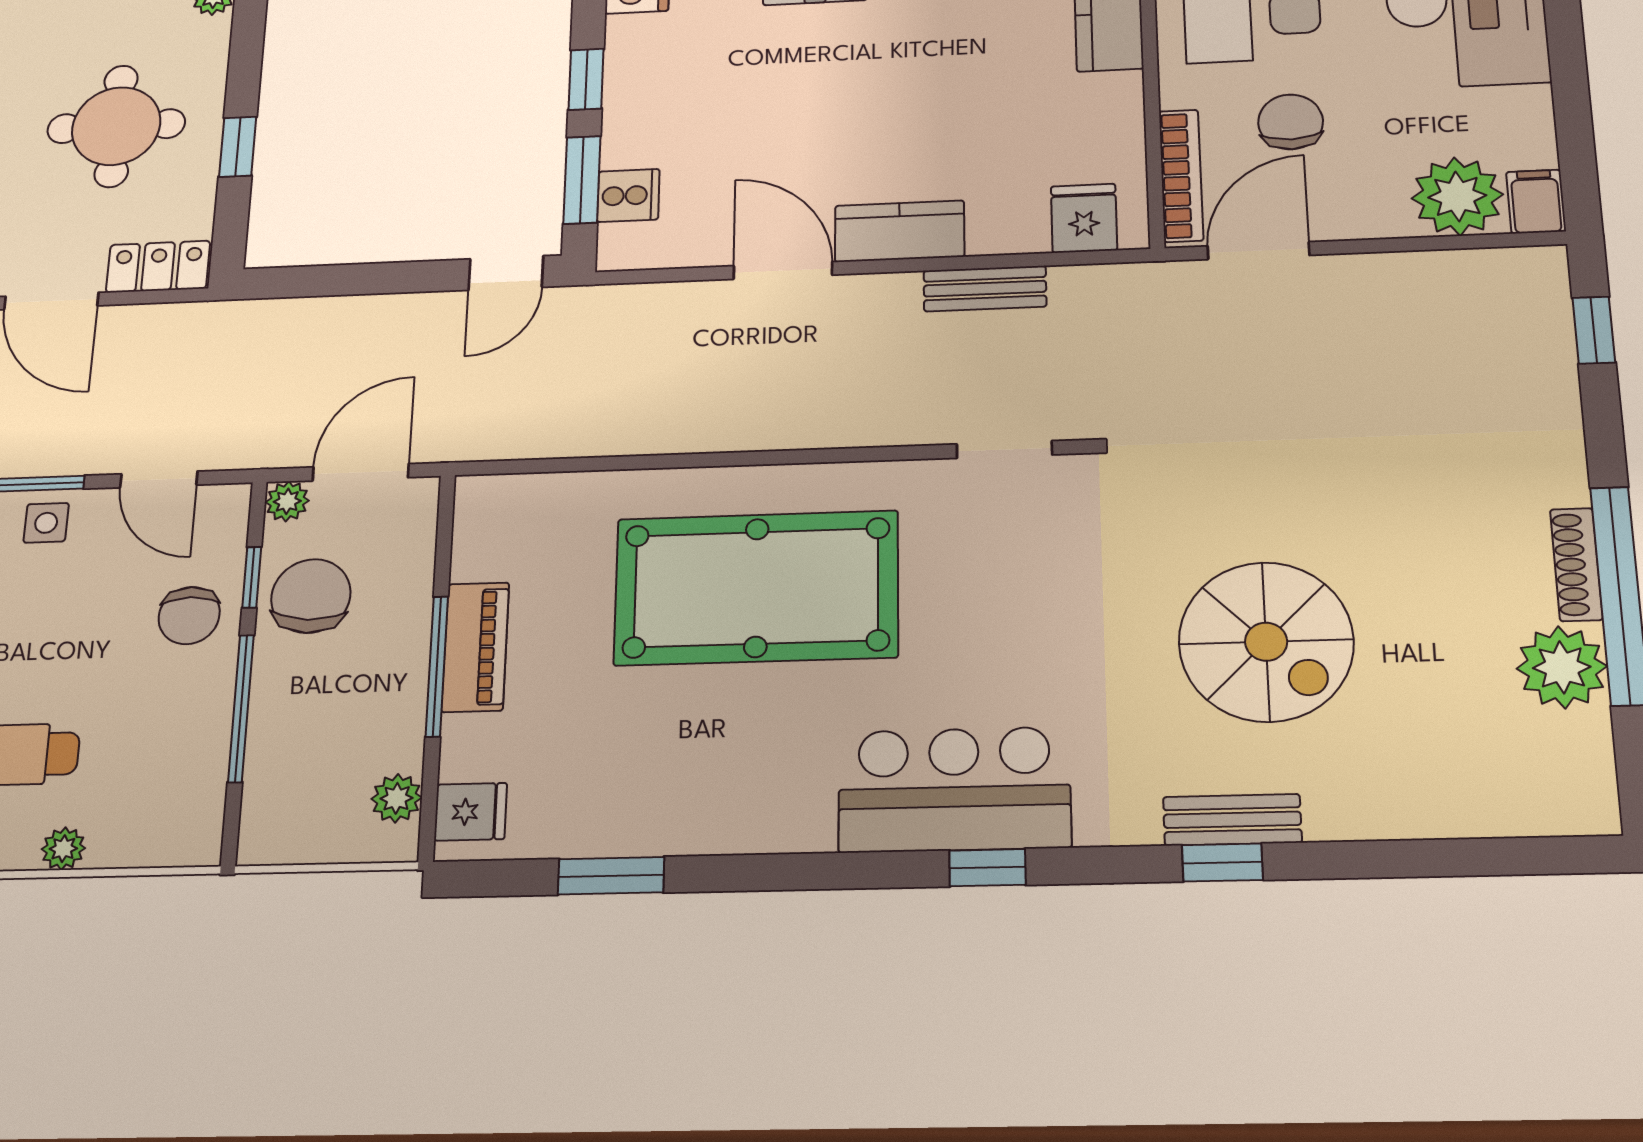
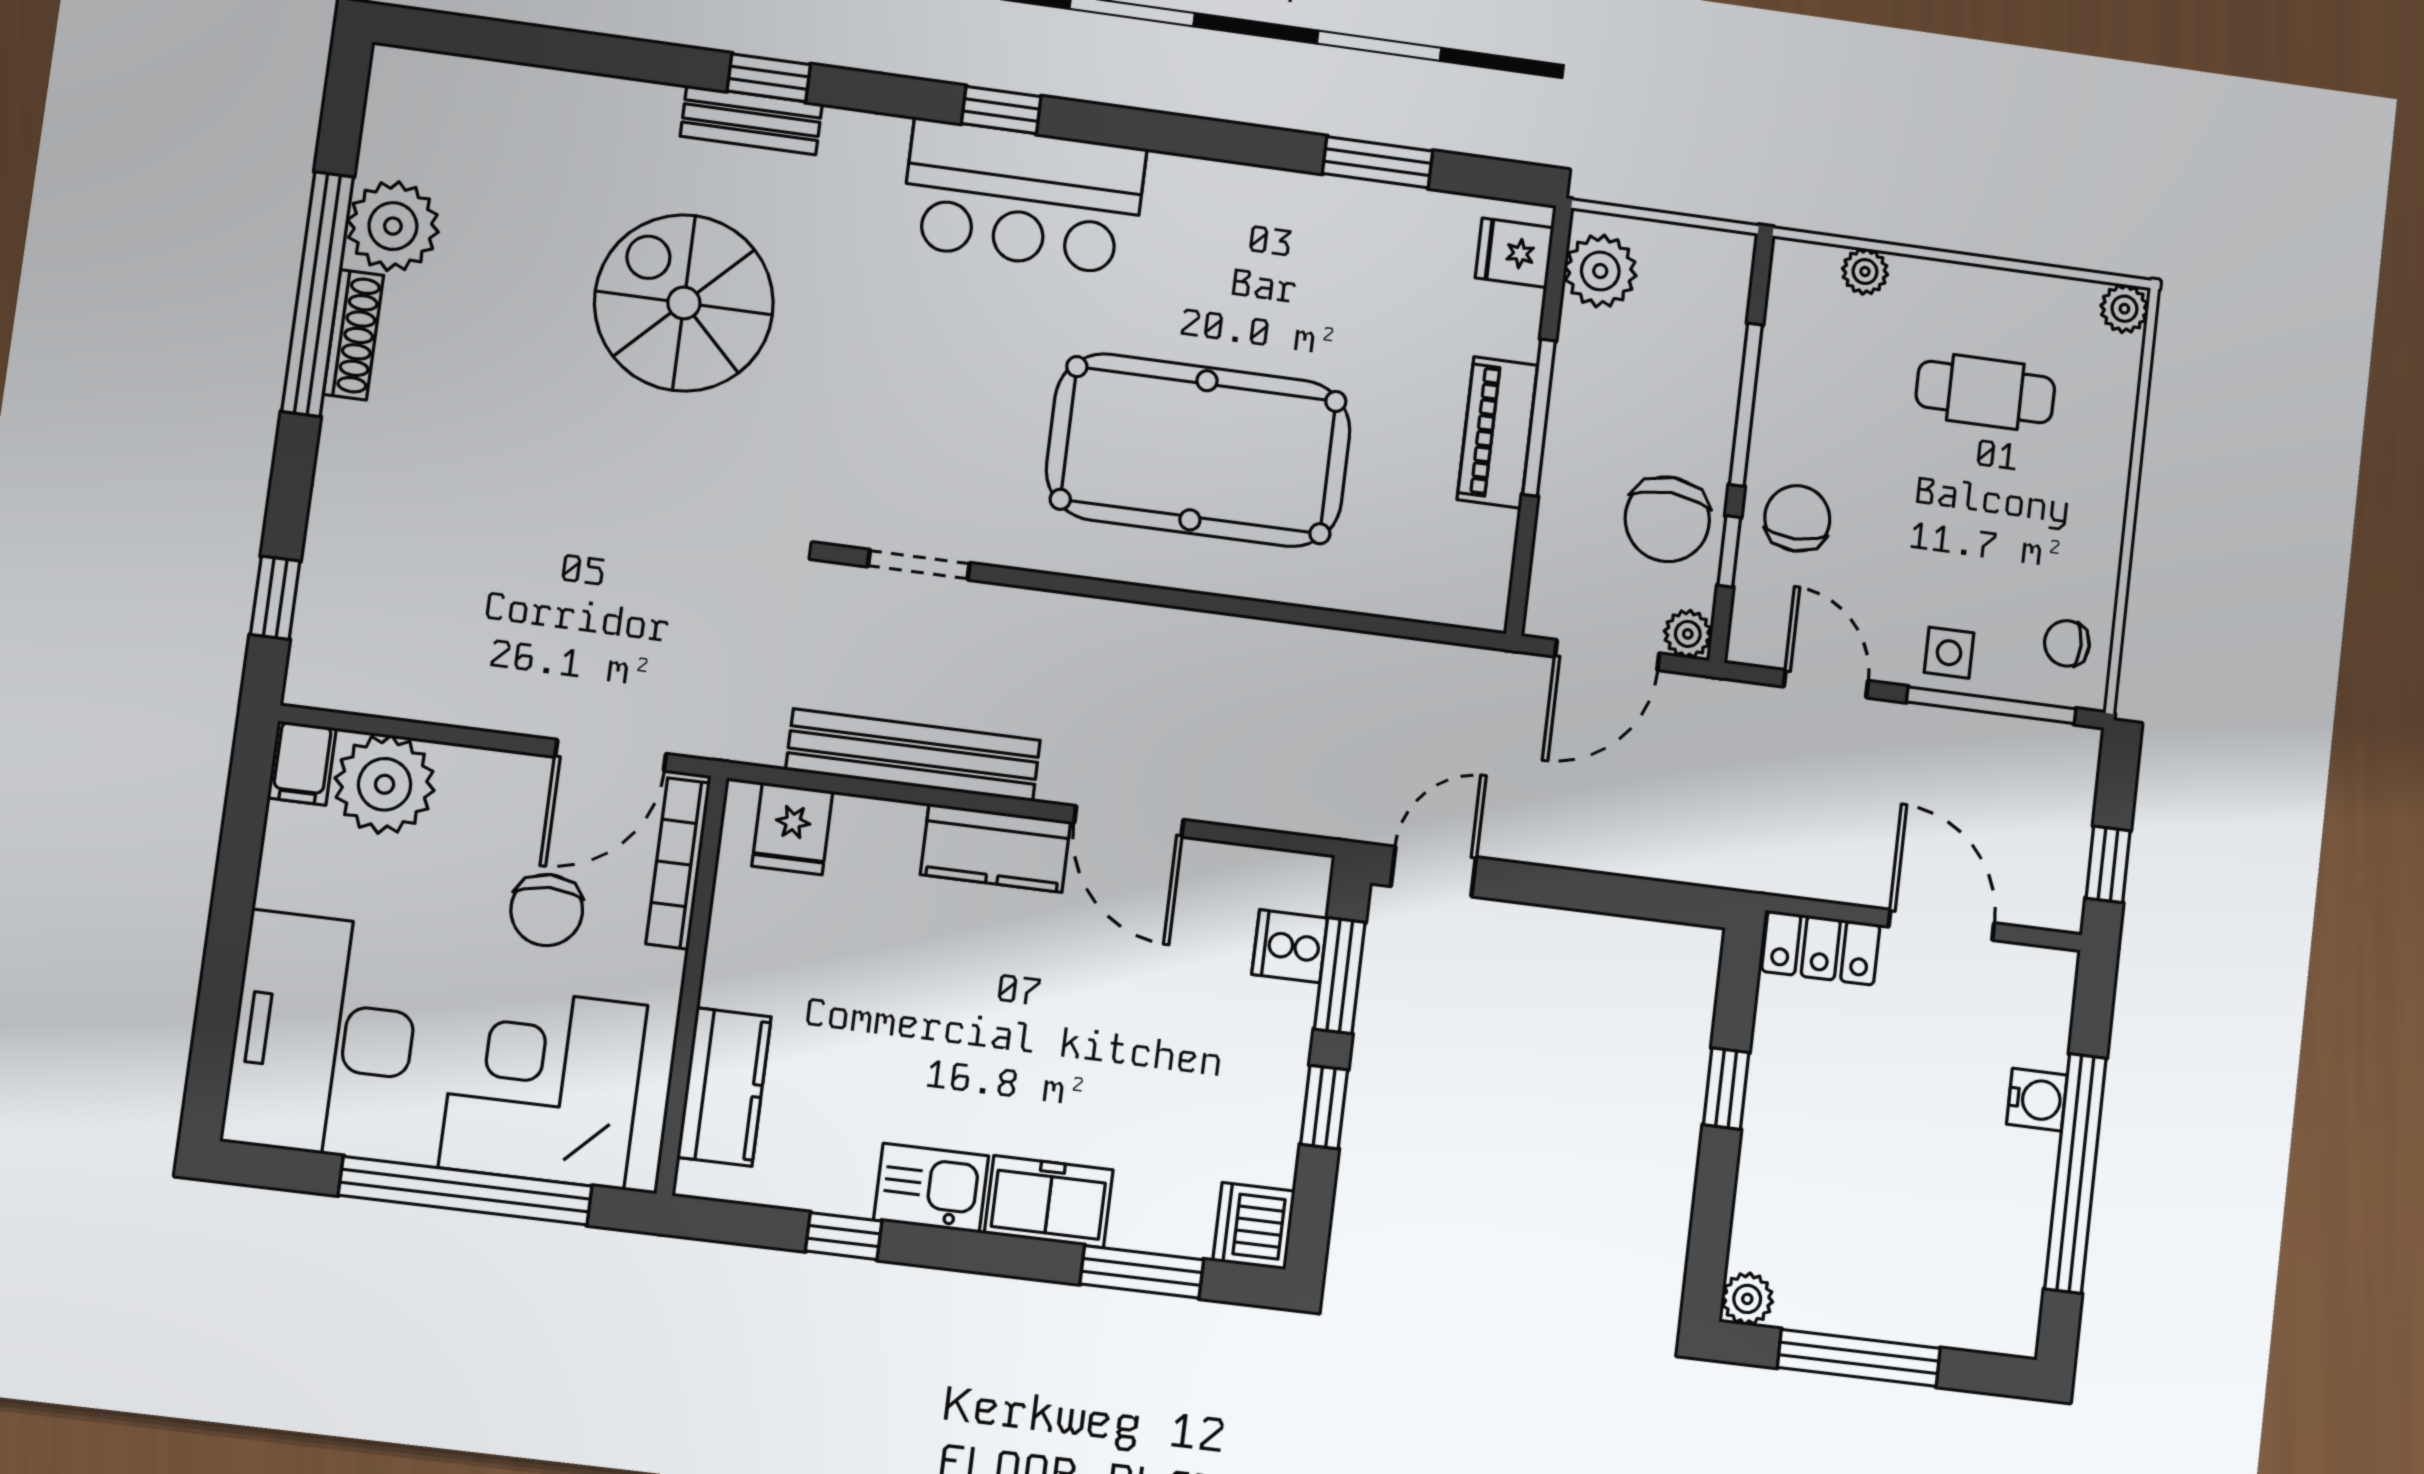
round table: (116, 126) -> (1865, 1141), removed
bench: (985, 289) -> (913, 755), width x1.86, depth x1.21
plant: (397, 798) -> (1600, 271), width x1.38, depth x1.38
plant: (63, 849) -> (1865, 271), moved

